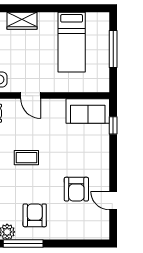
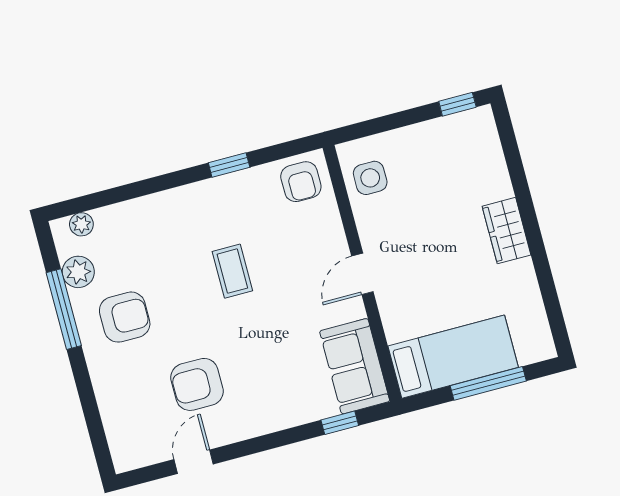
wardrobe: (22, 21) -> (506, 231), moved
bed: (72, 42) -> (453, 357), moved, turned 180
door: (31, 96) -> (362, 274), moved

